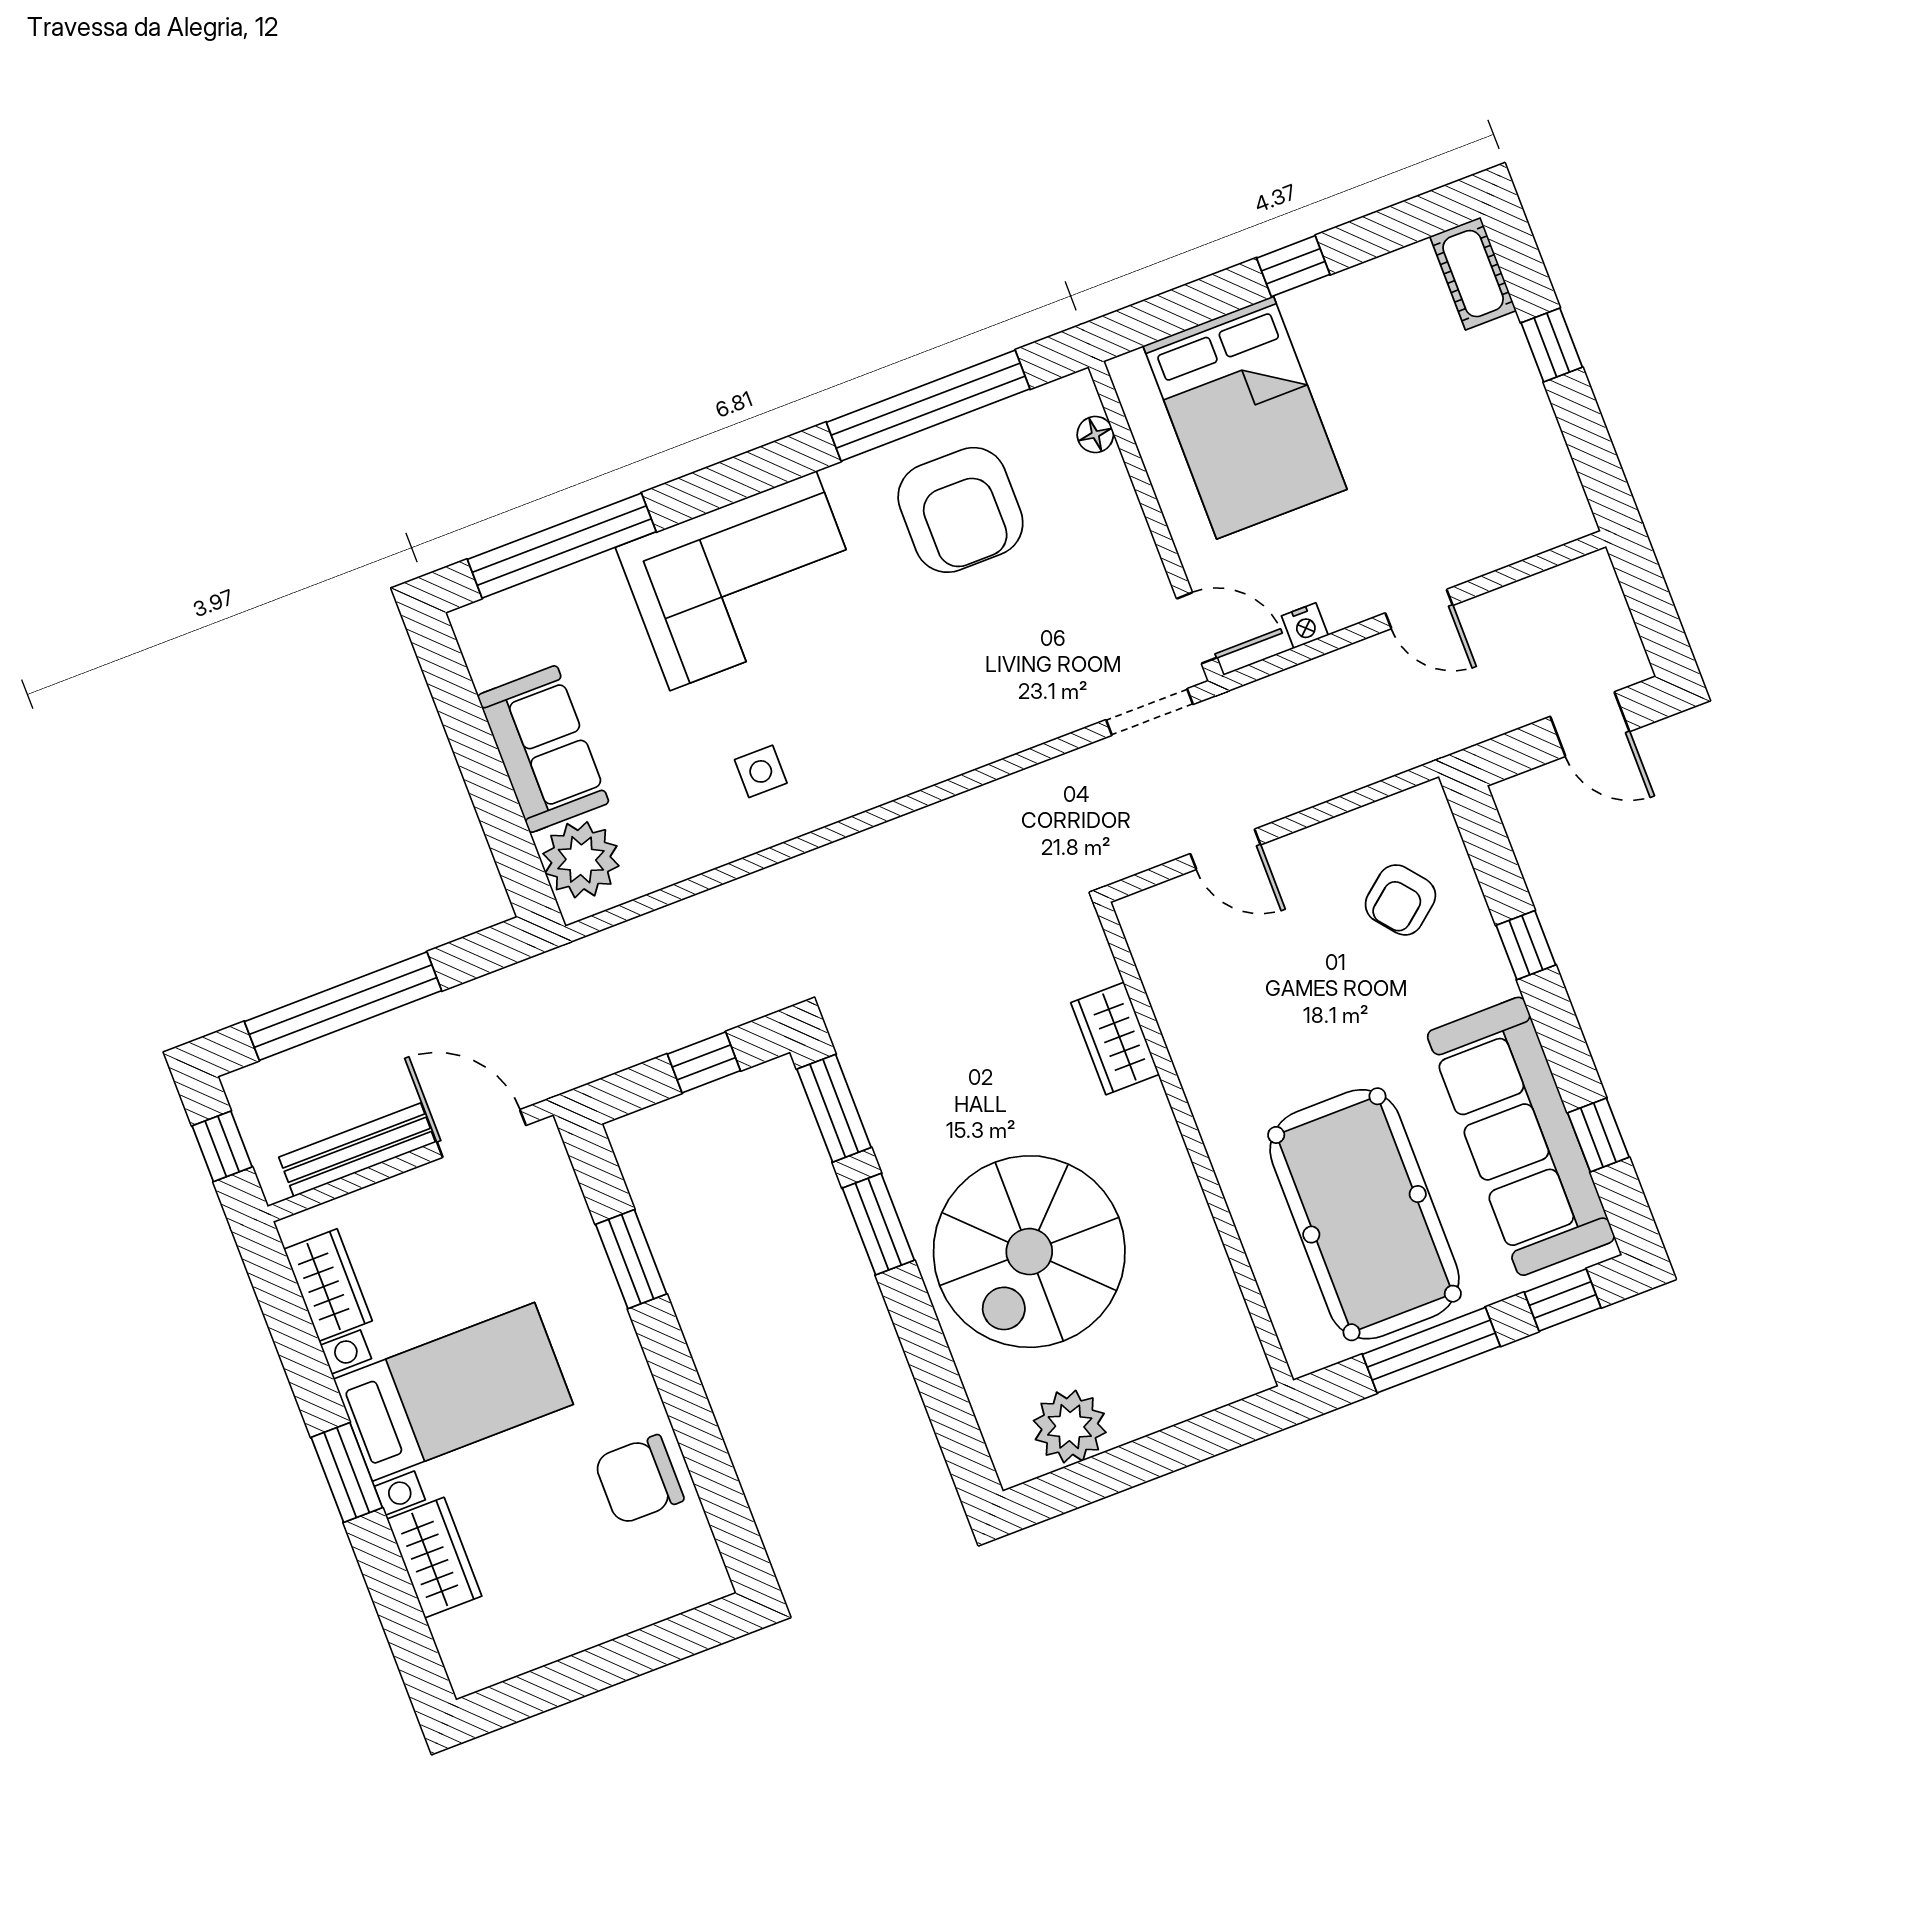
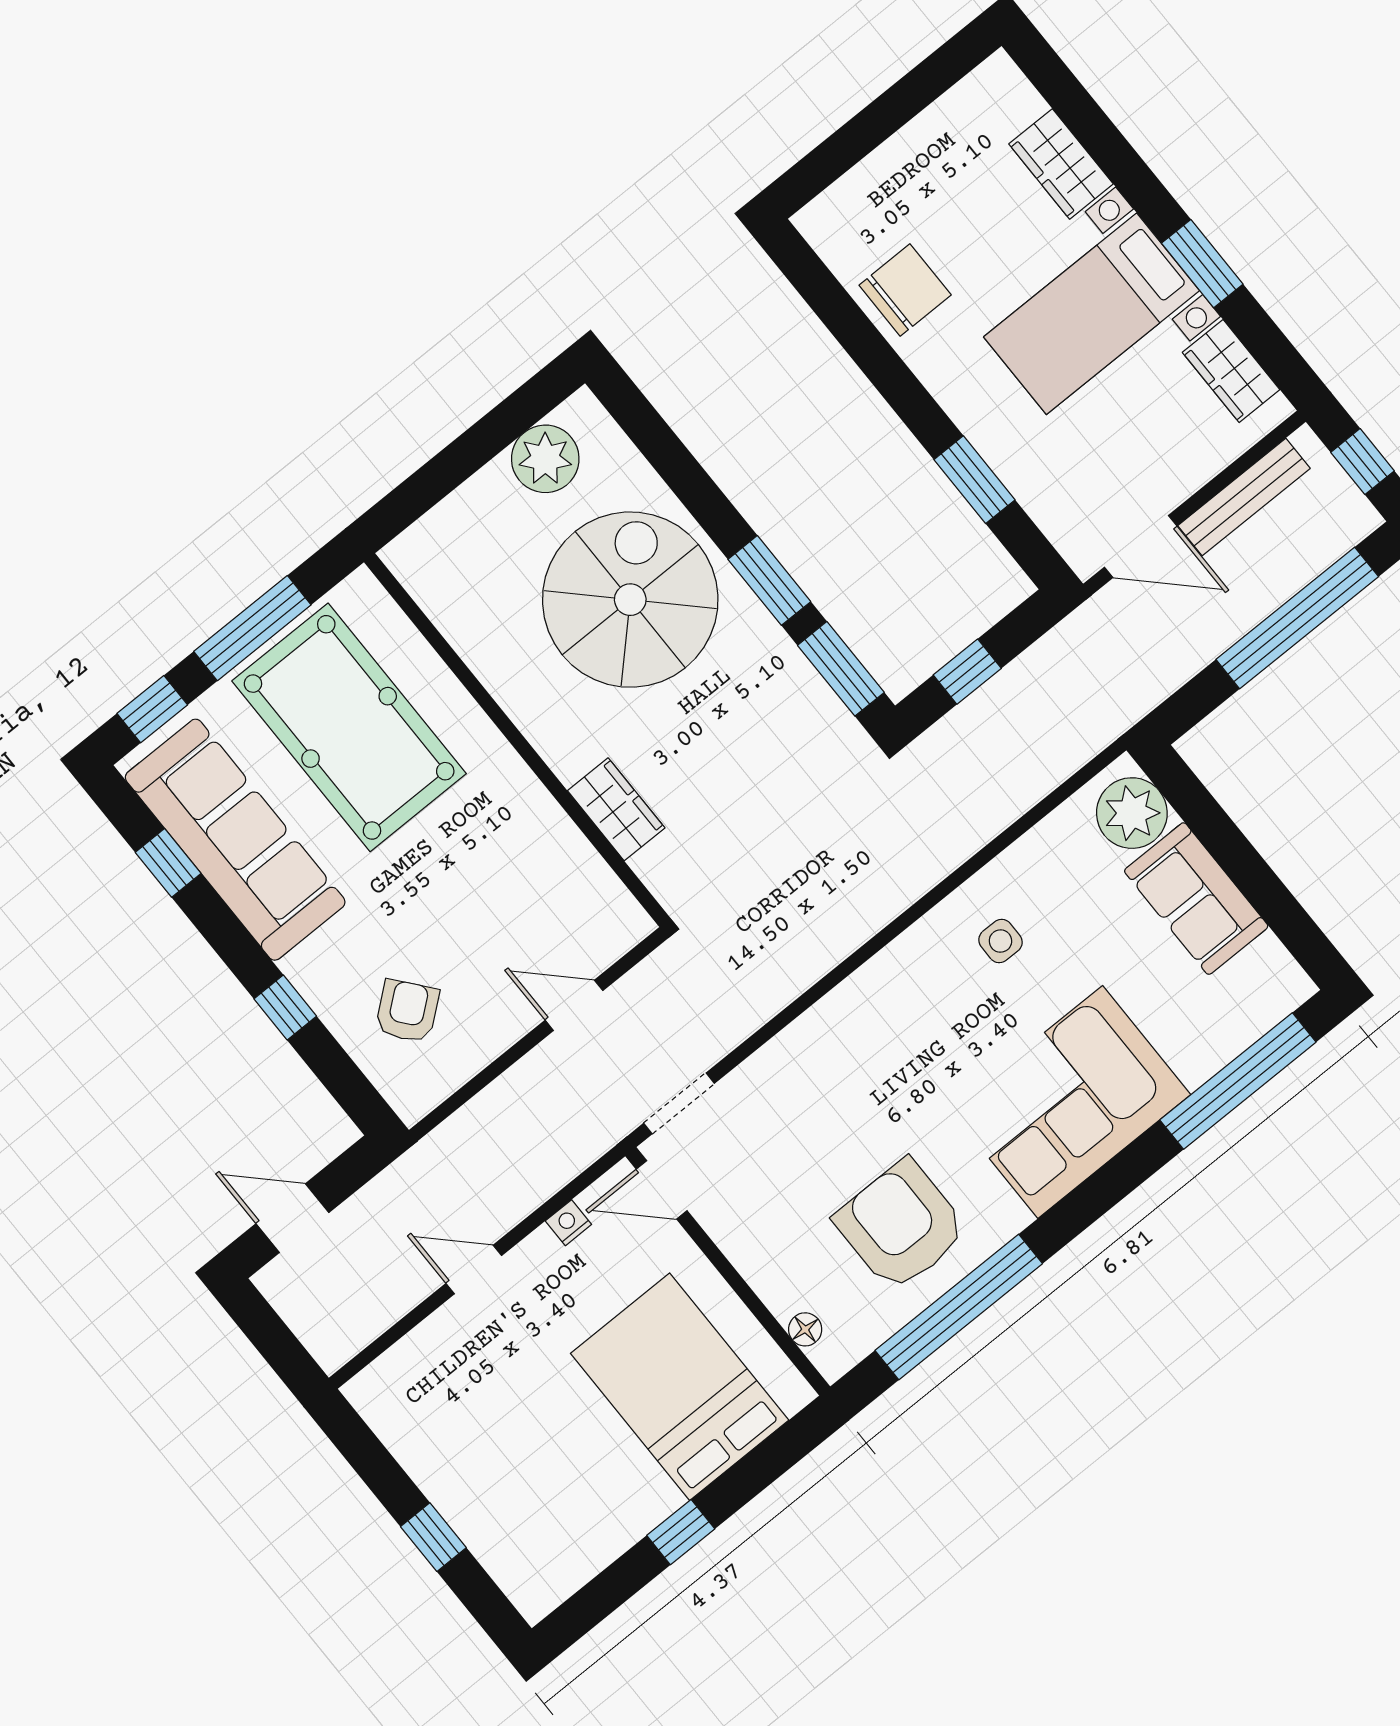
cot: (1473, 274) -> (522, 1577), removed
window: (347, 1473) -> (1202, 264), moved

